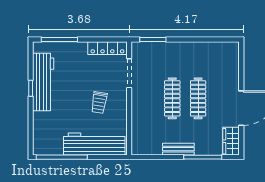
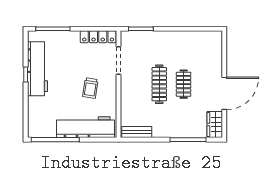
clothes rail: (198, 98) -> (184, 84), width x0.73
bench: (178, 149) -> (137, 132), moved

